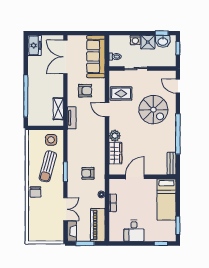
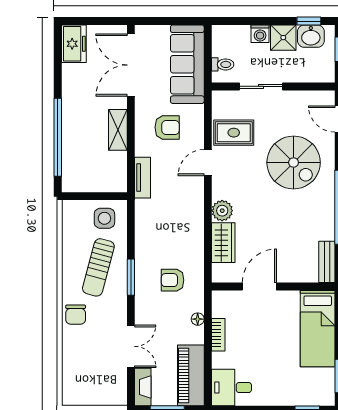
shelving: (58, 109) -> (118, 130), moved
door: (107, 110) -> (208, 163), hinge flipped
desk: (134, 231) -> (232, 388), moved, turned 90

